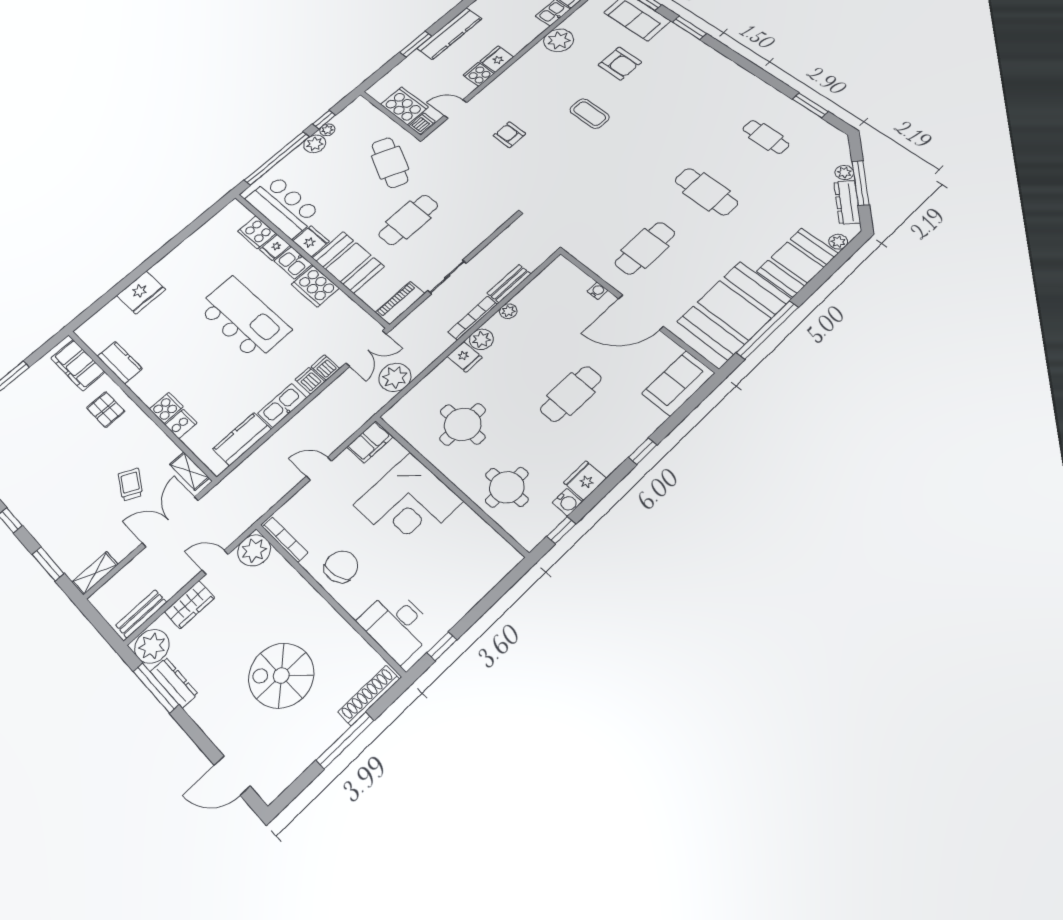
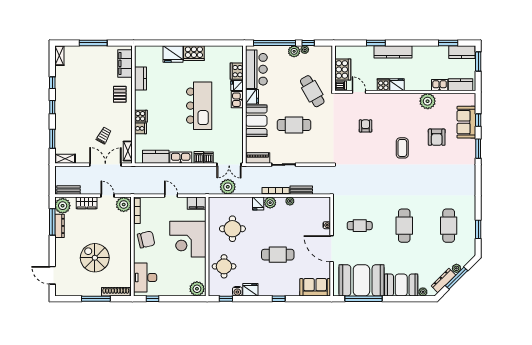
cafe table: (766, 137) -> (449, 226), width x1.37, depth x1.35
cafe table: (390, 163) -> (312, 91), turned -55
cafe table: (645, 248) -> (360, 226), width x0.73, depth x0.74
cooker: (315, 286) -> (194, 53), moved, turned -90
plant: (499, 560) -> (197, 289), added

